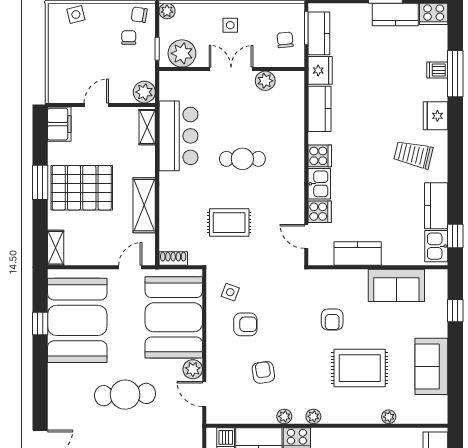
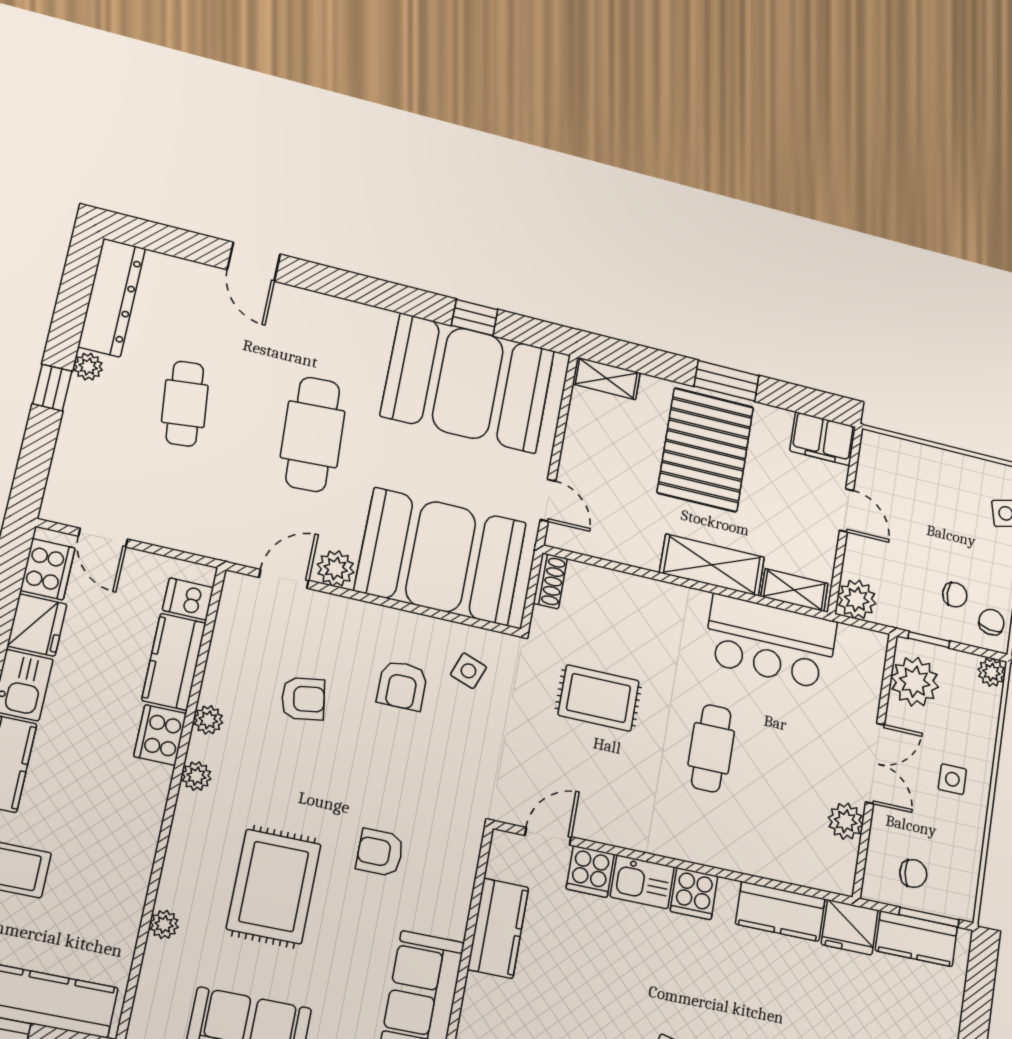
shelving: (144, 205) -> (712, 565), moved
rug: (229, 223) -> (599, 698), turned 90

